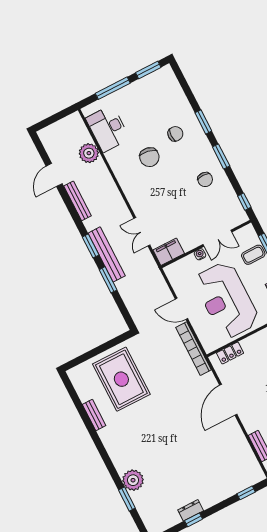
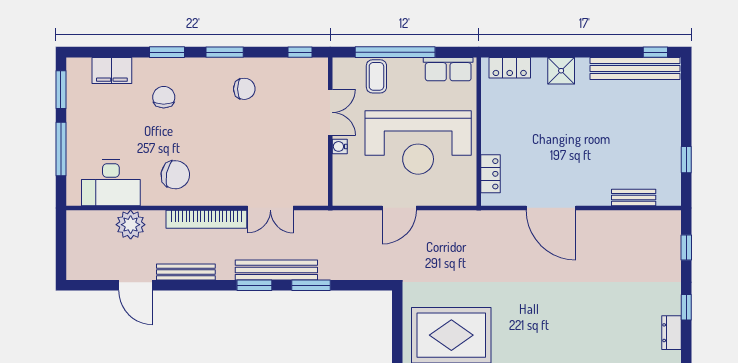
chair: (149, 157) -> (175, 175), moved
filing cabinet: (169, 252) -> (112, 70), moved, turned -90
bookcase: (193, 349) -> (206, 219), moved
window: (194, 520) -> (686, 307), moved

